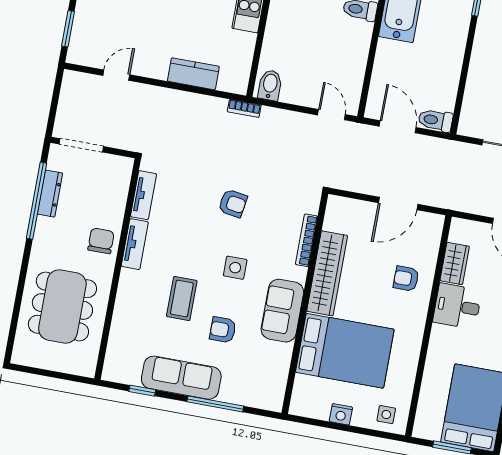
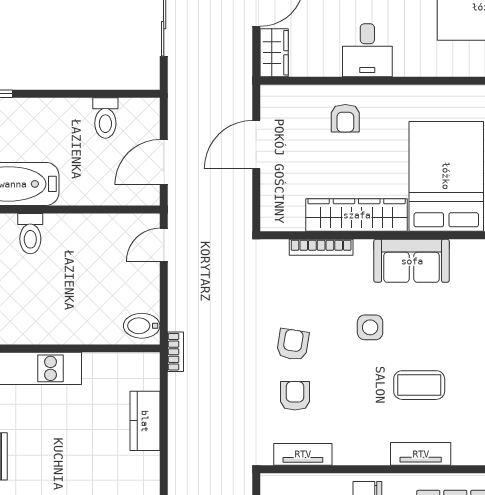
toilet: (435, 120) -> (105, 118), moved
door: (398, 203) -> (256, 145), swing flipped
tv unit: (135, 244) -> (421, 454), moved
wardrobe: (455, 263) -> (274, 53), moved, turned 90
armchair: (223, 330) -> (295, 396), moved, turned 180

